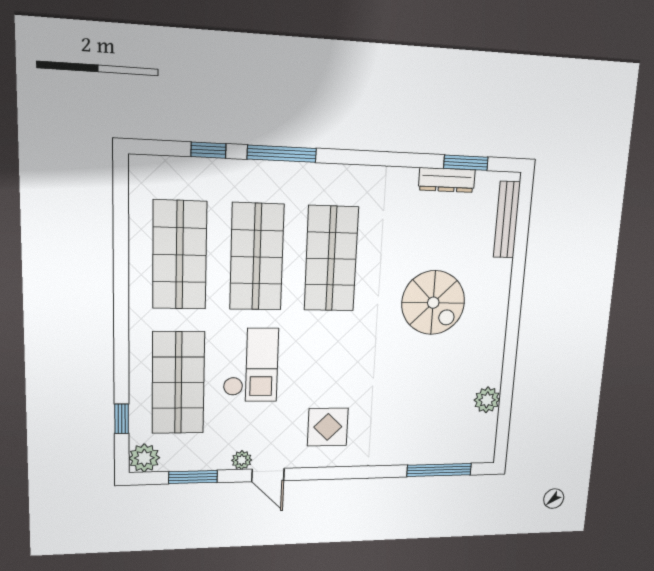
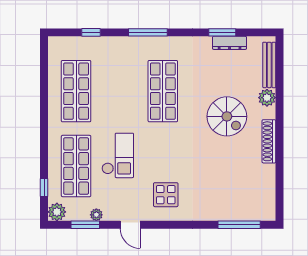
window: (282, 154) -> (148, 32), moved
window: (466, 163) -> (222, 32), moved
shop shelf: (257, 257) -> (119, 91), removed
shoe rack: (495, 343) -> (269, 141), added
plant: (487, 400) -> (267, 98), moved
plant: (242, 460) -> (96, 215), moved

